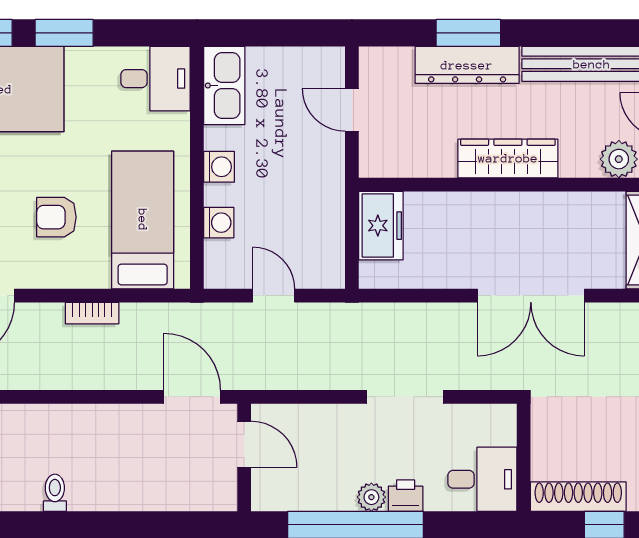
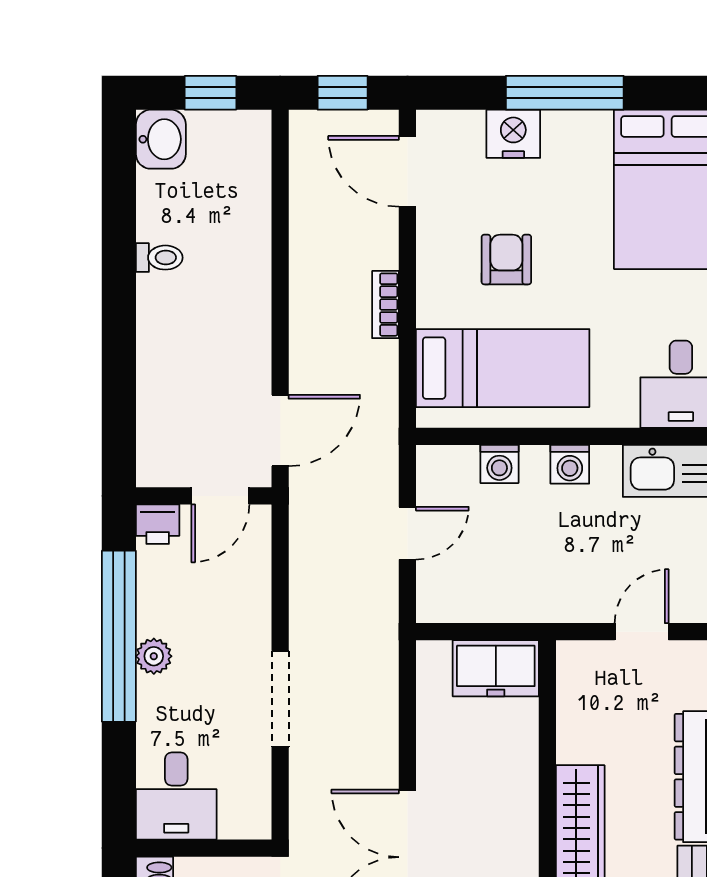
printer: (406, 496) -> (158, 524), moved, turned 90

